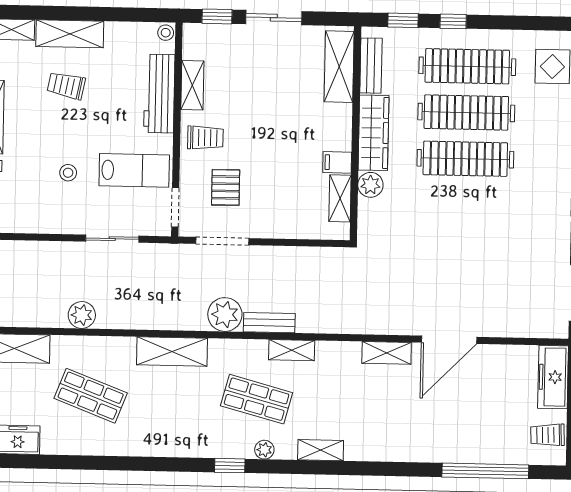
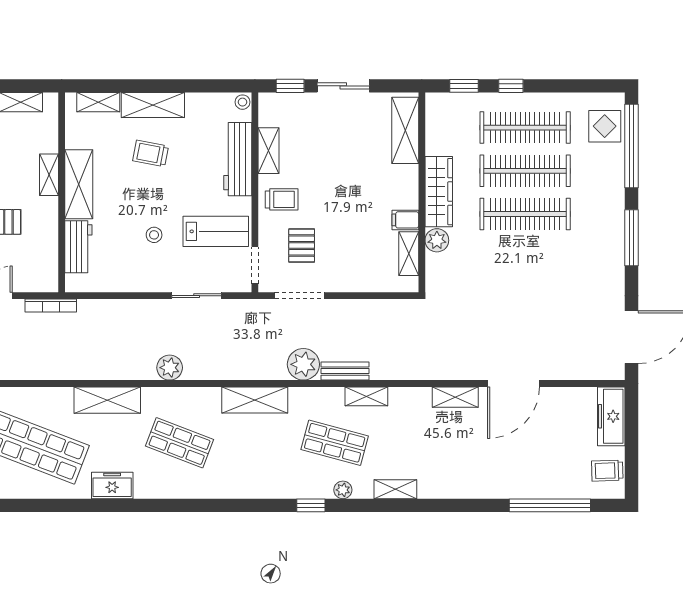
bench: (371, 66) -> (435, 129), removed

